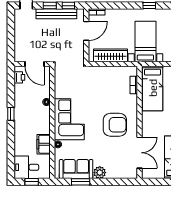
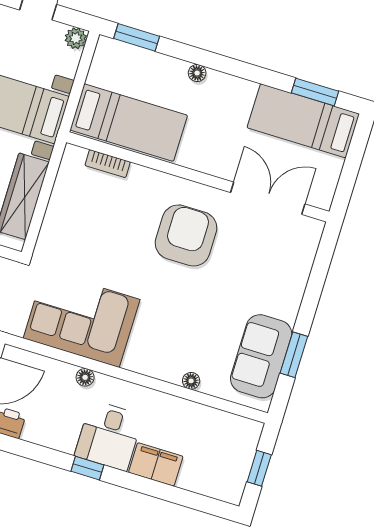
corner sofa: (69, 119) -> (82, 319), moved
filing cabinet: (44, 144) -> (156, 464), moved, turned 180
desk: (26, 167) -> (109, 436), moved
plant: (100, 173) -> (286, 304), removed

